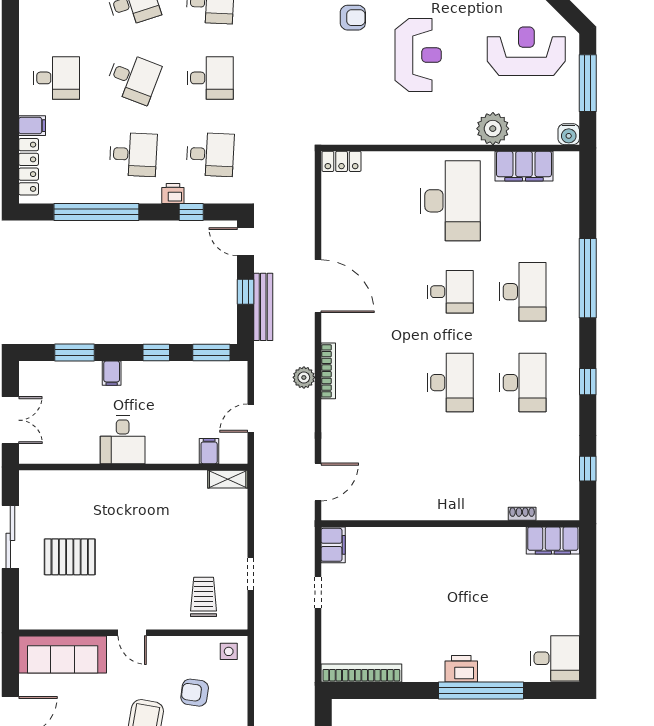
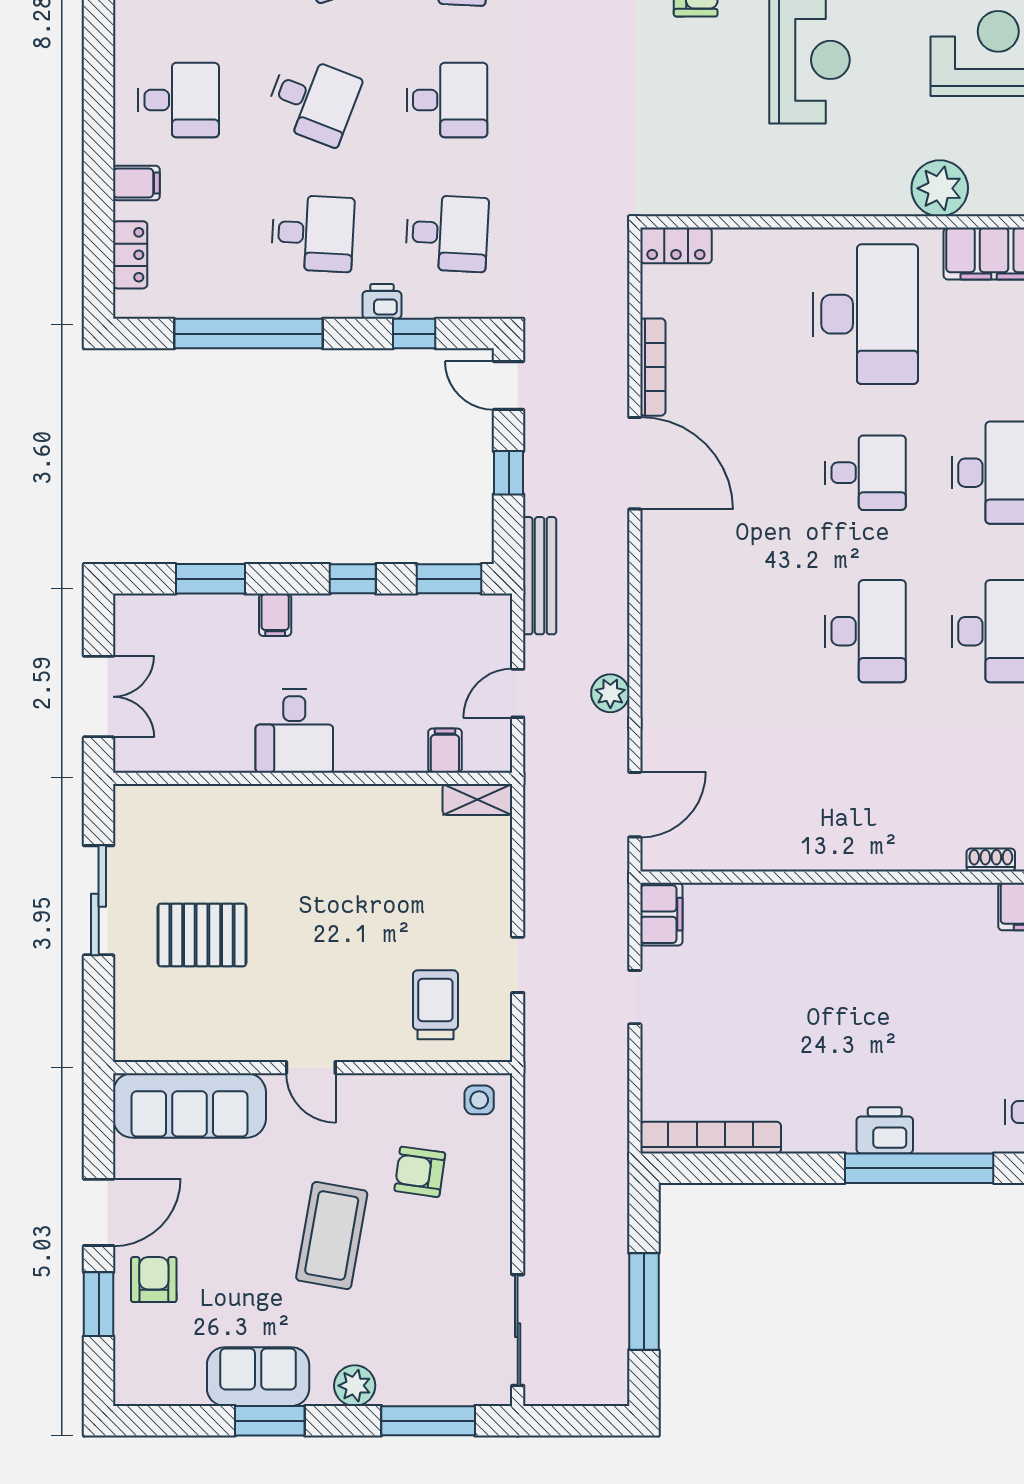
locker: (29, 167) -> (130, 255), width x0.66
bench: (263, 307) -> (540, 576), moved
bookcase: (328, 371) -> (653, 367), moved
plant: (304, 377) -> (610, 693), moved

